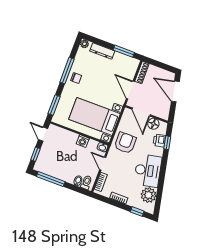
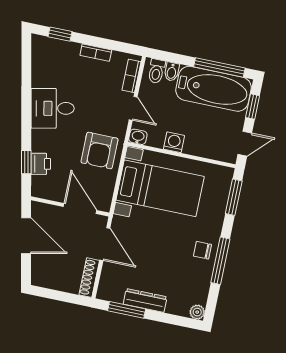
dresser: (102, 51) -> (145, 300), moved
door: (175, 91) -> (26, 236), moved
floor lamp: (153, 124) -> (56, 191), removed
door: (43, 134) -> (245, 144), hinge flipped
bathtub: (56, 168) -> (213, 89), added
desk: (148, 171) -> (53, 108), width x0.73
plant: (149, 195) -> (45, 66), removed

